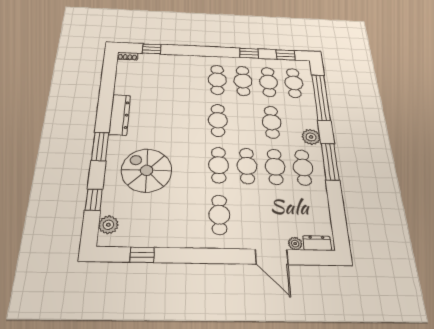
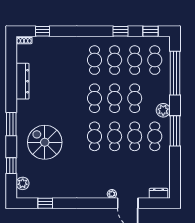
dresser: (120, 115) -> (23, 81), moved
cafe table: (219, 215) -> (115, 98), moved
plant: (295, 244) -> (112, 194), moved

